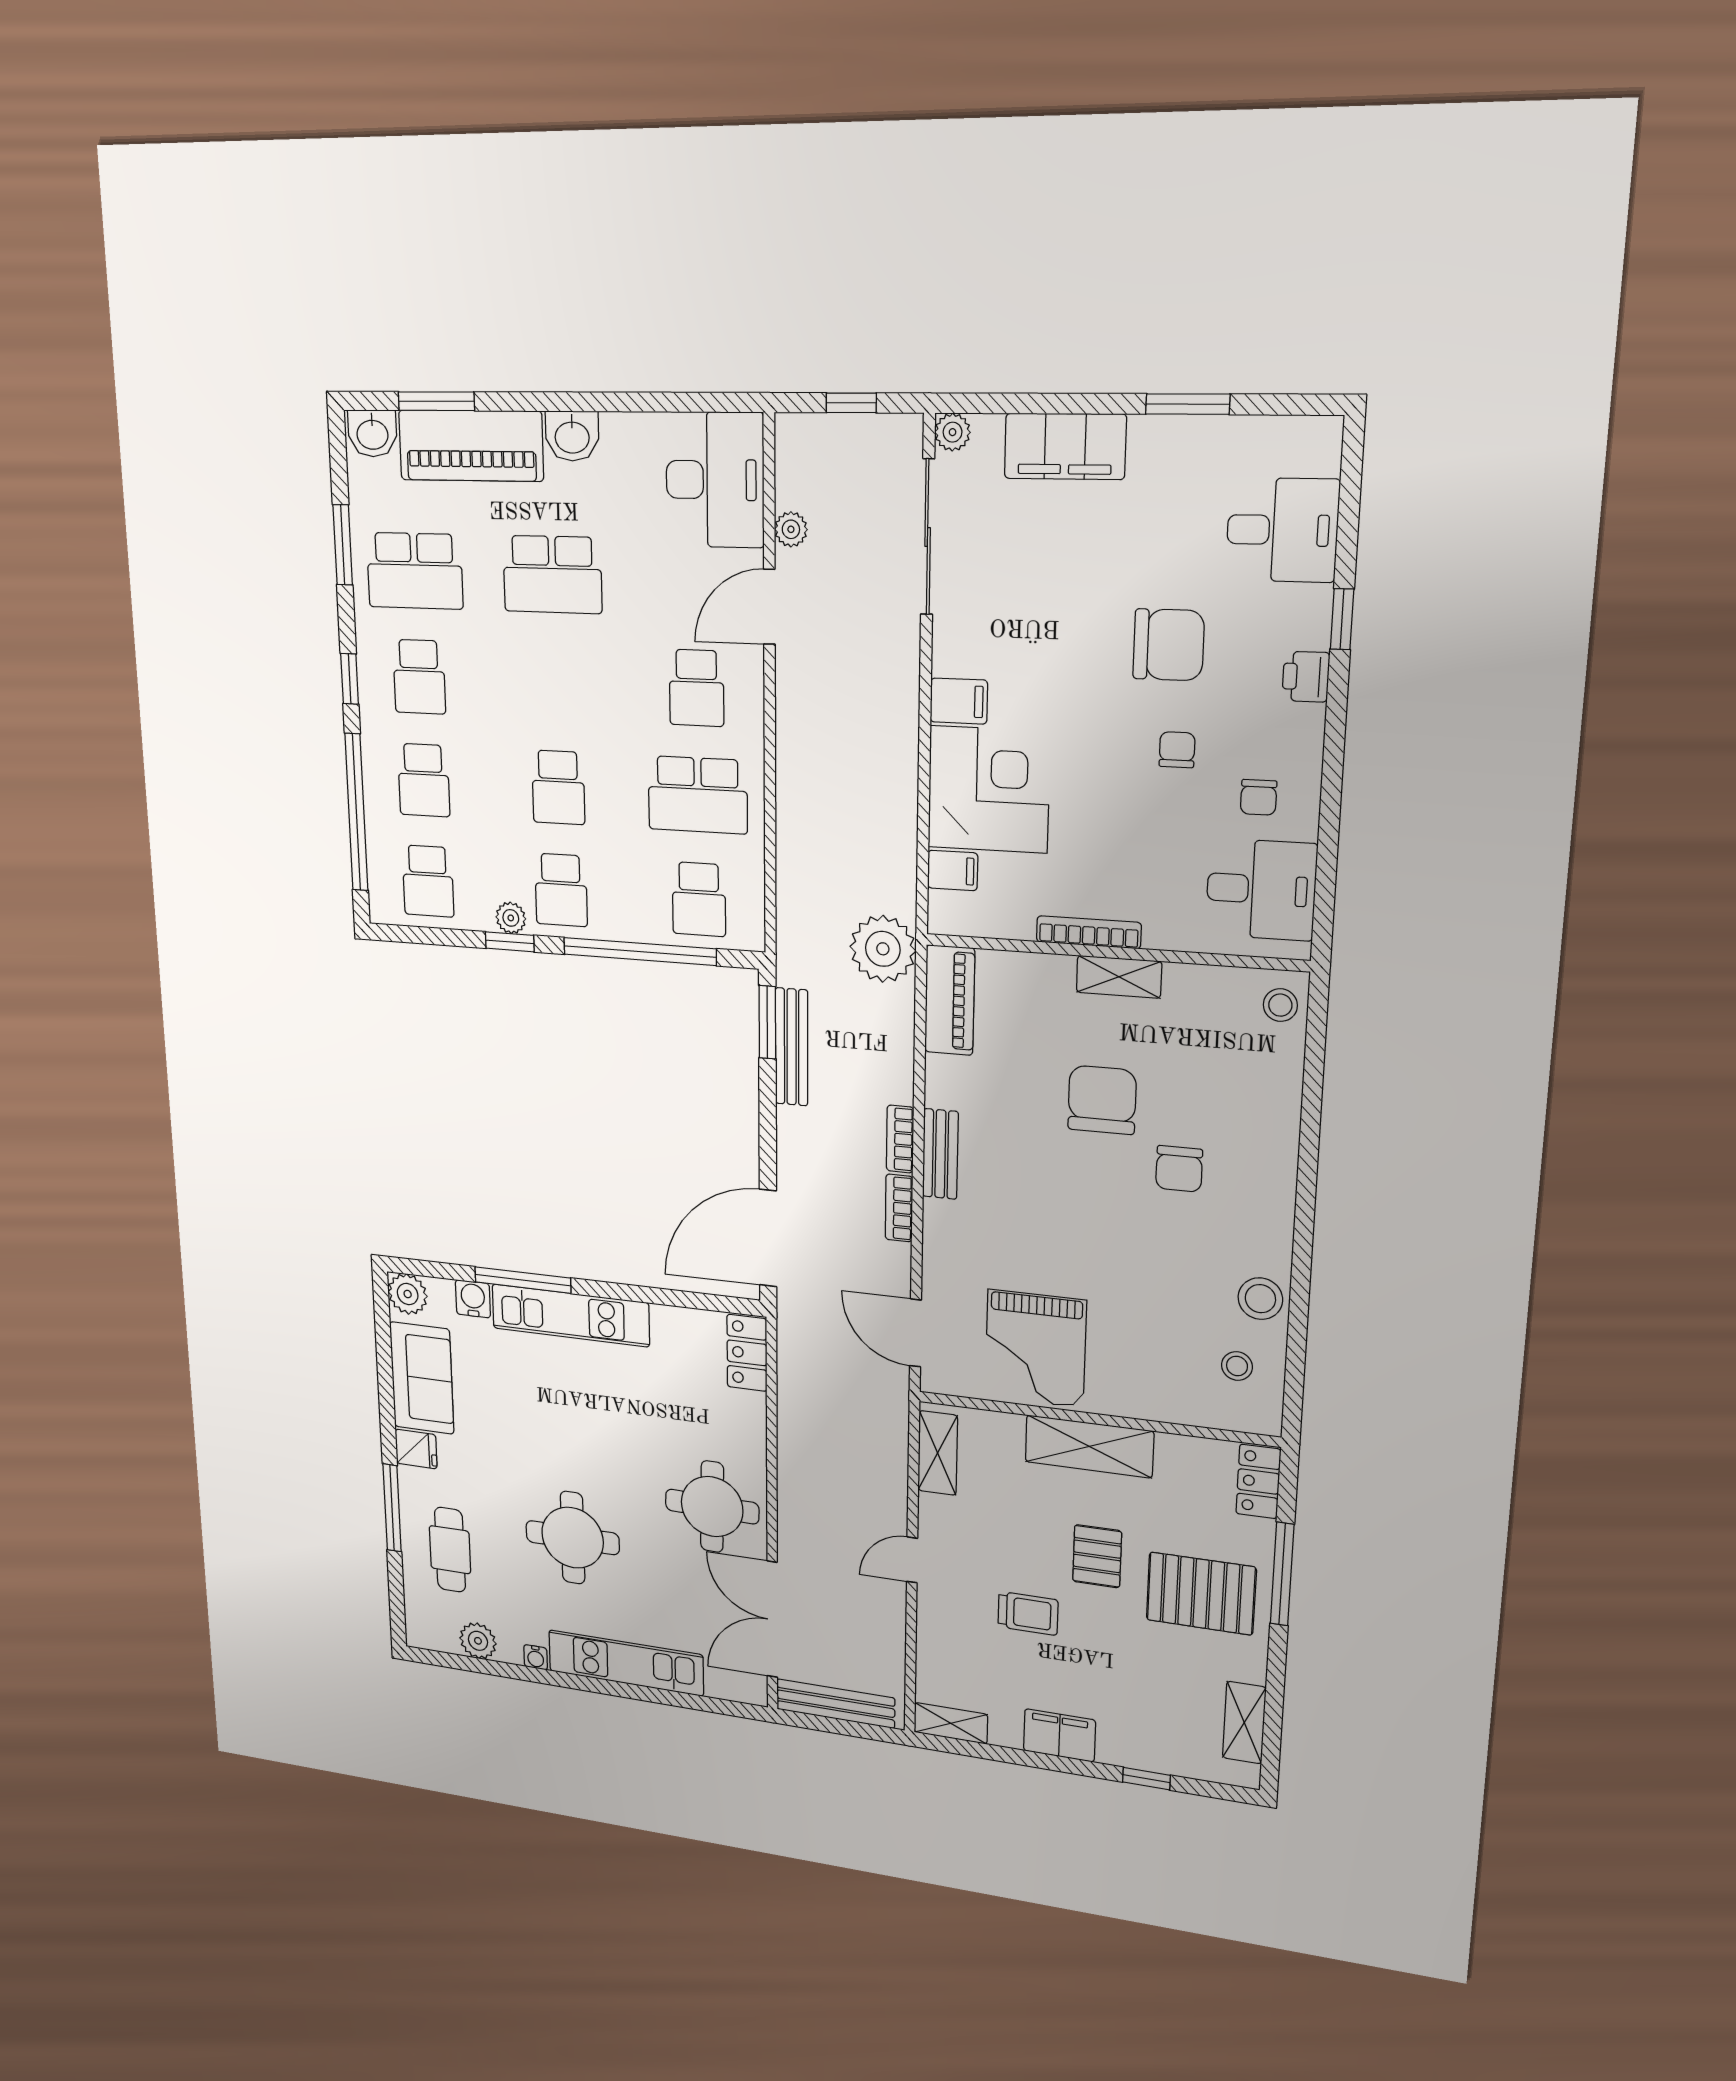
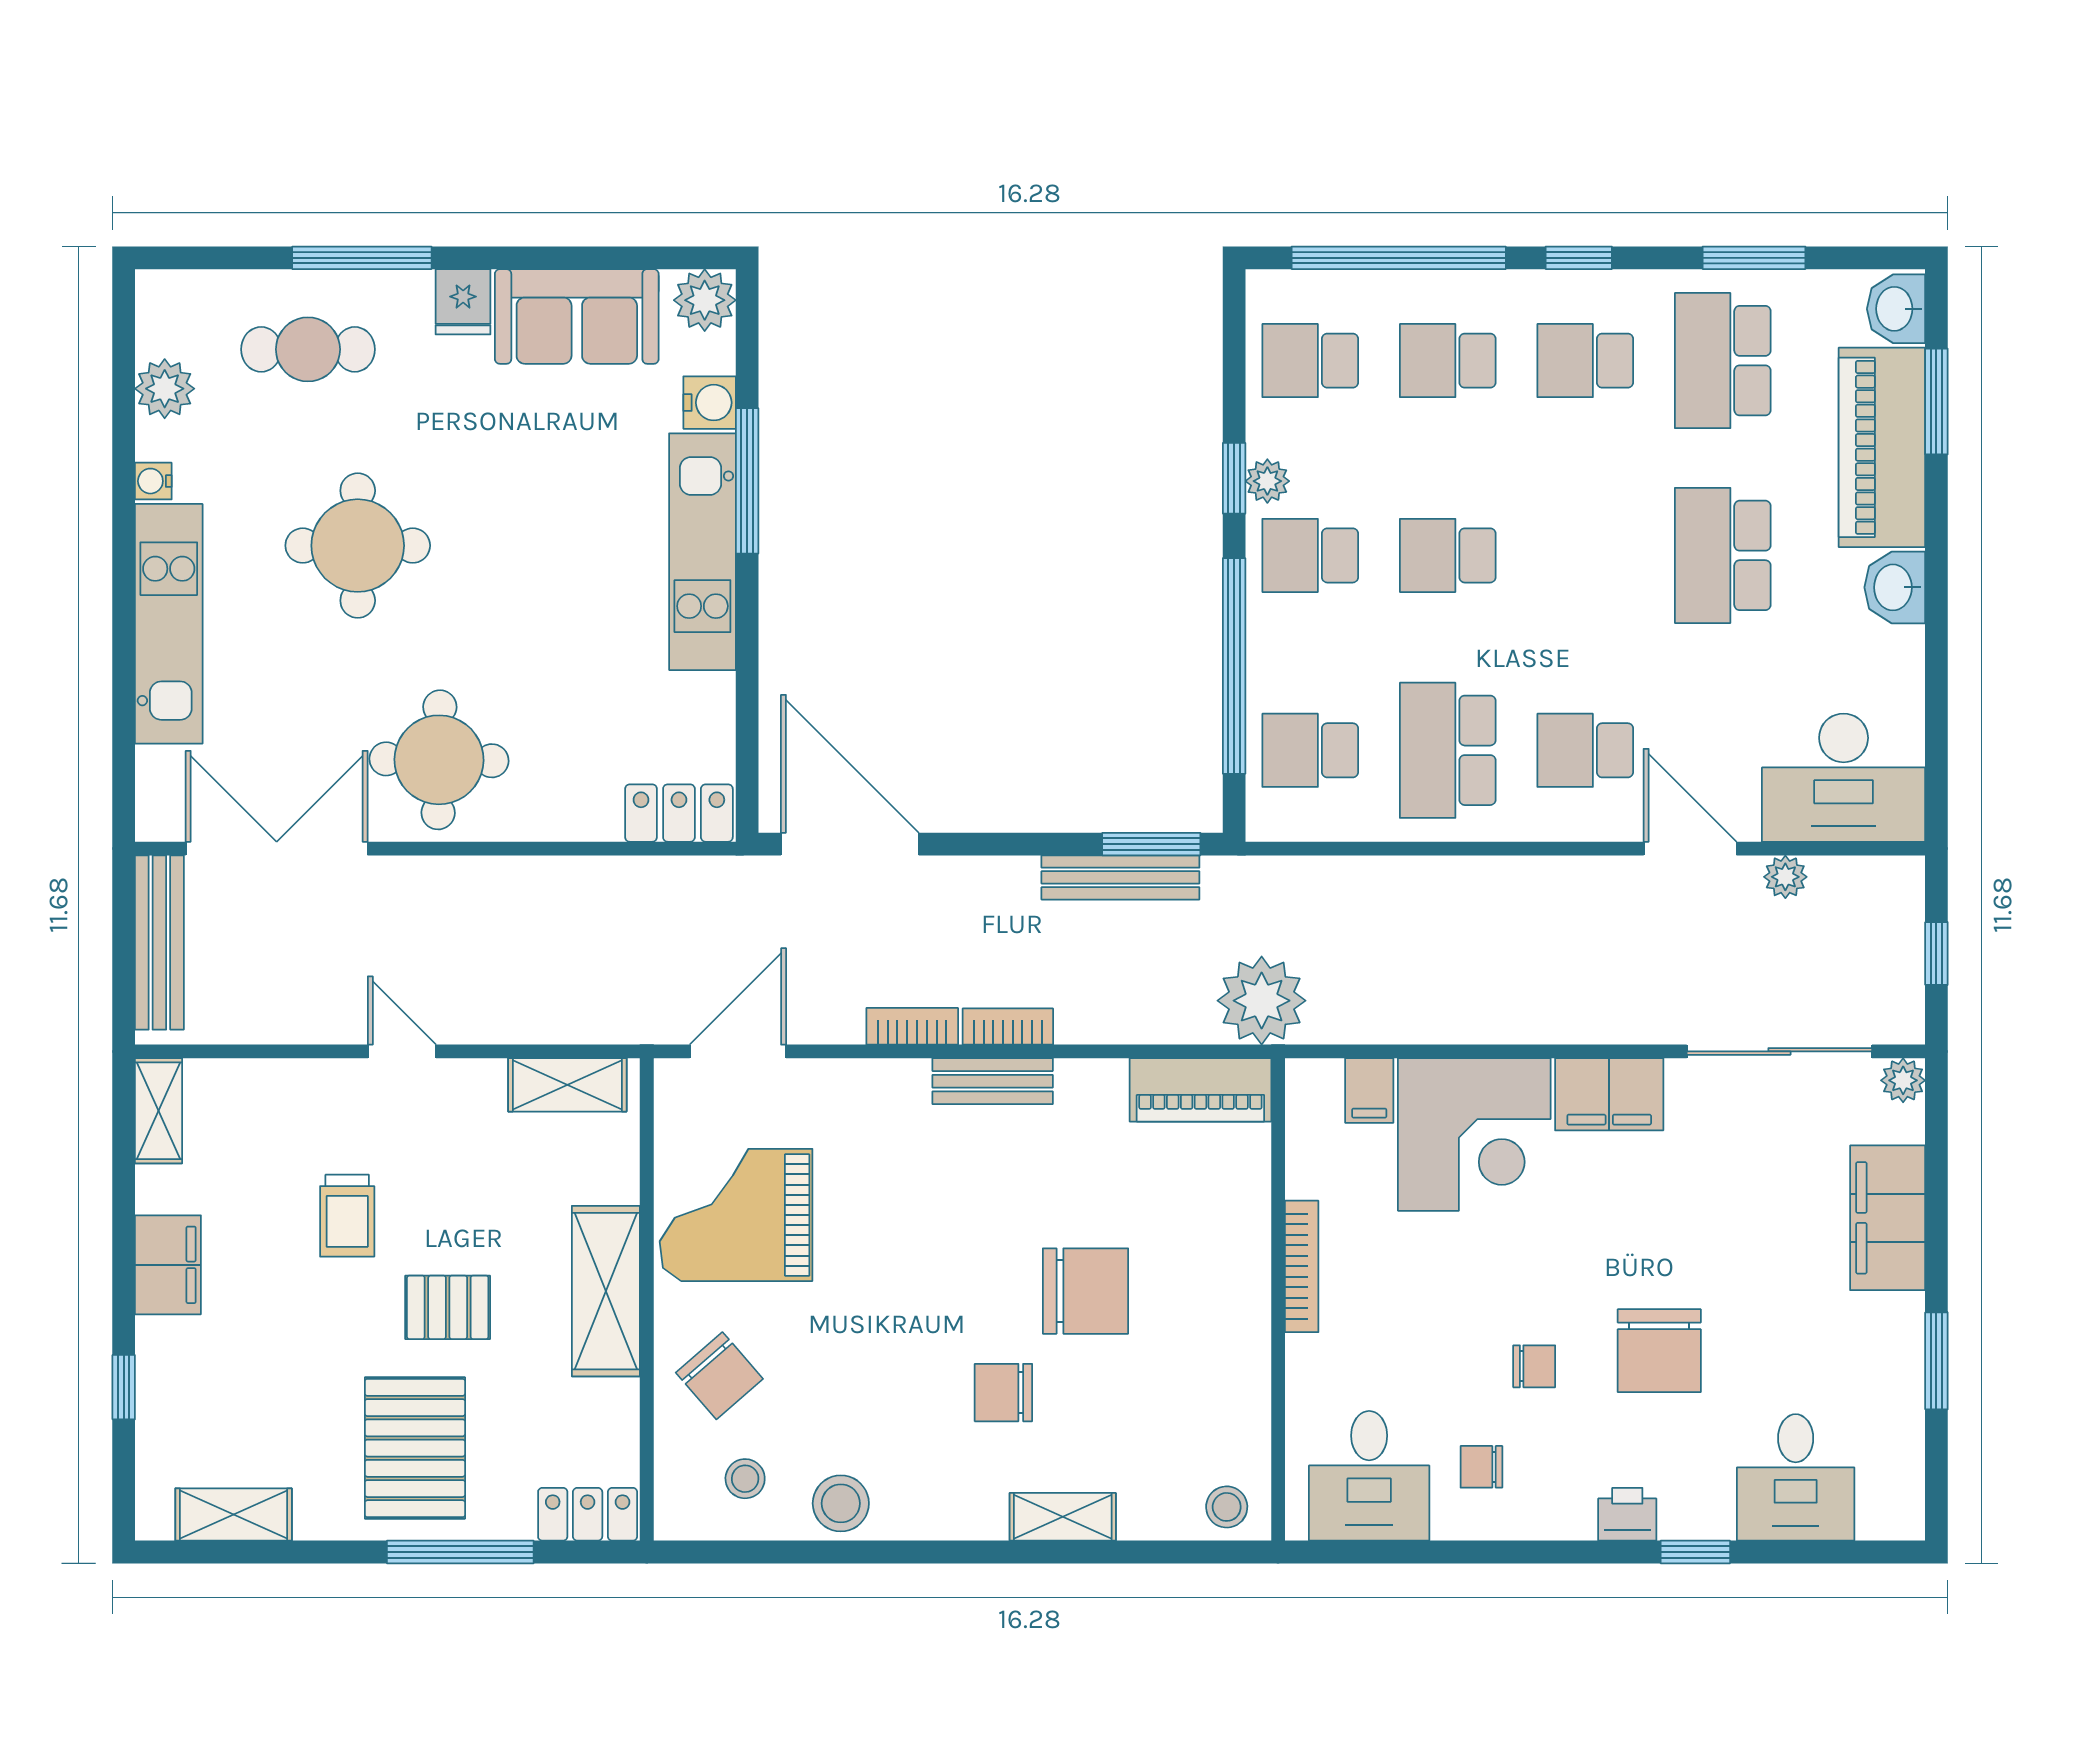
filing cabinet: (959, 701) -> (1609, 1094), width x2.00
shelving: (1119, 977) -> (1063, 1517), moved, turned 90
chair: (1156, 1375) -> (719, 1376), added

